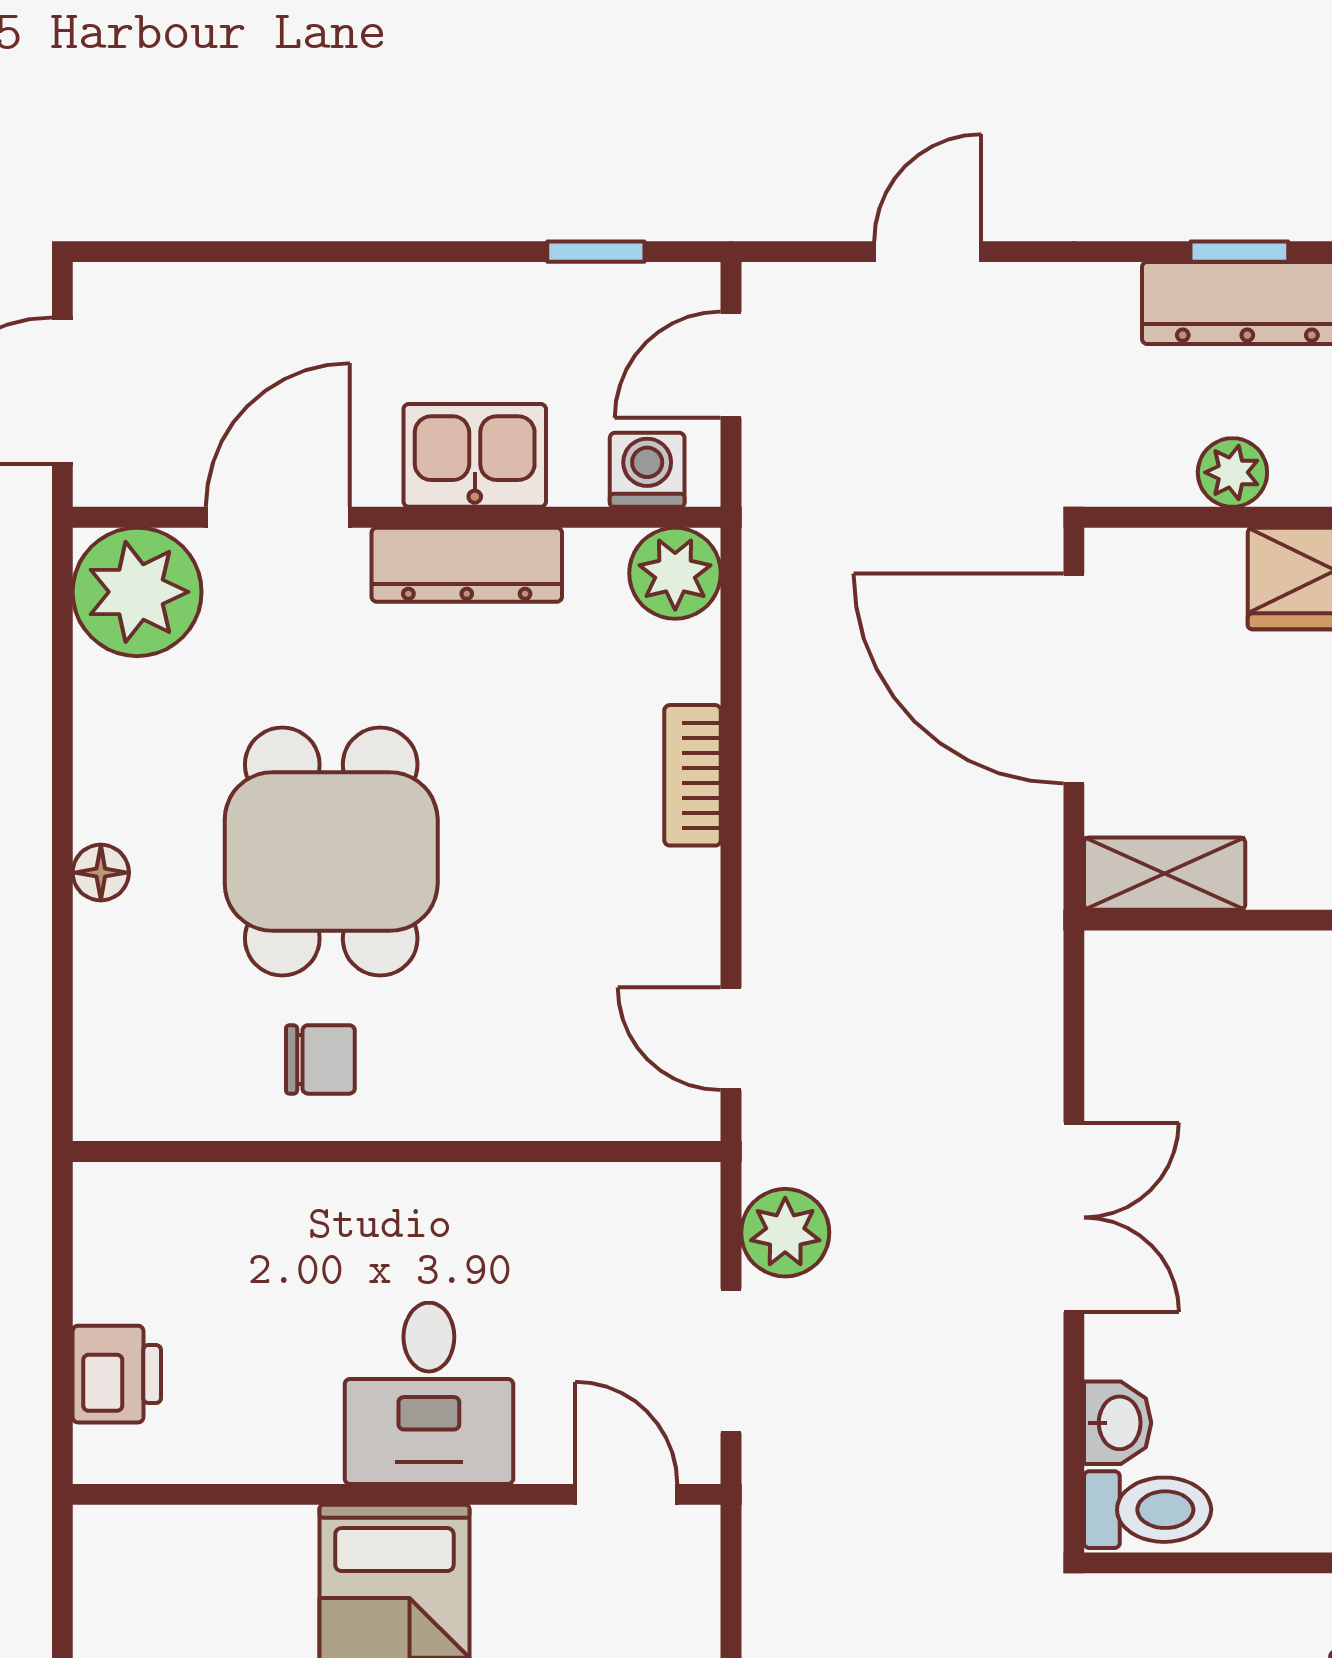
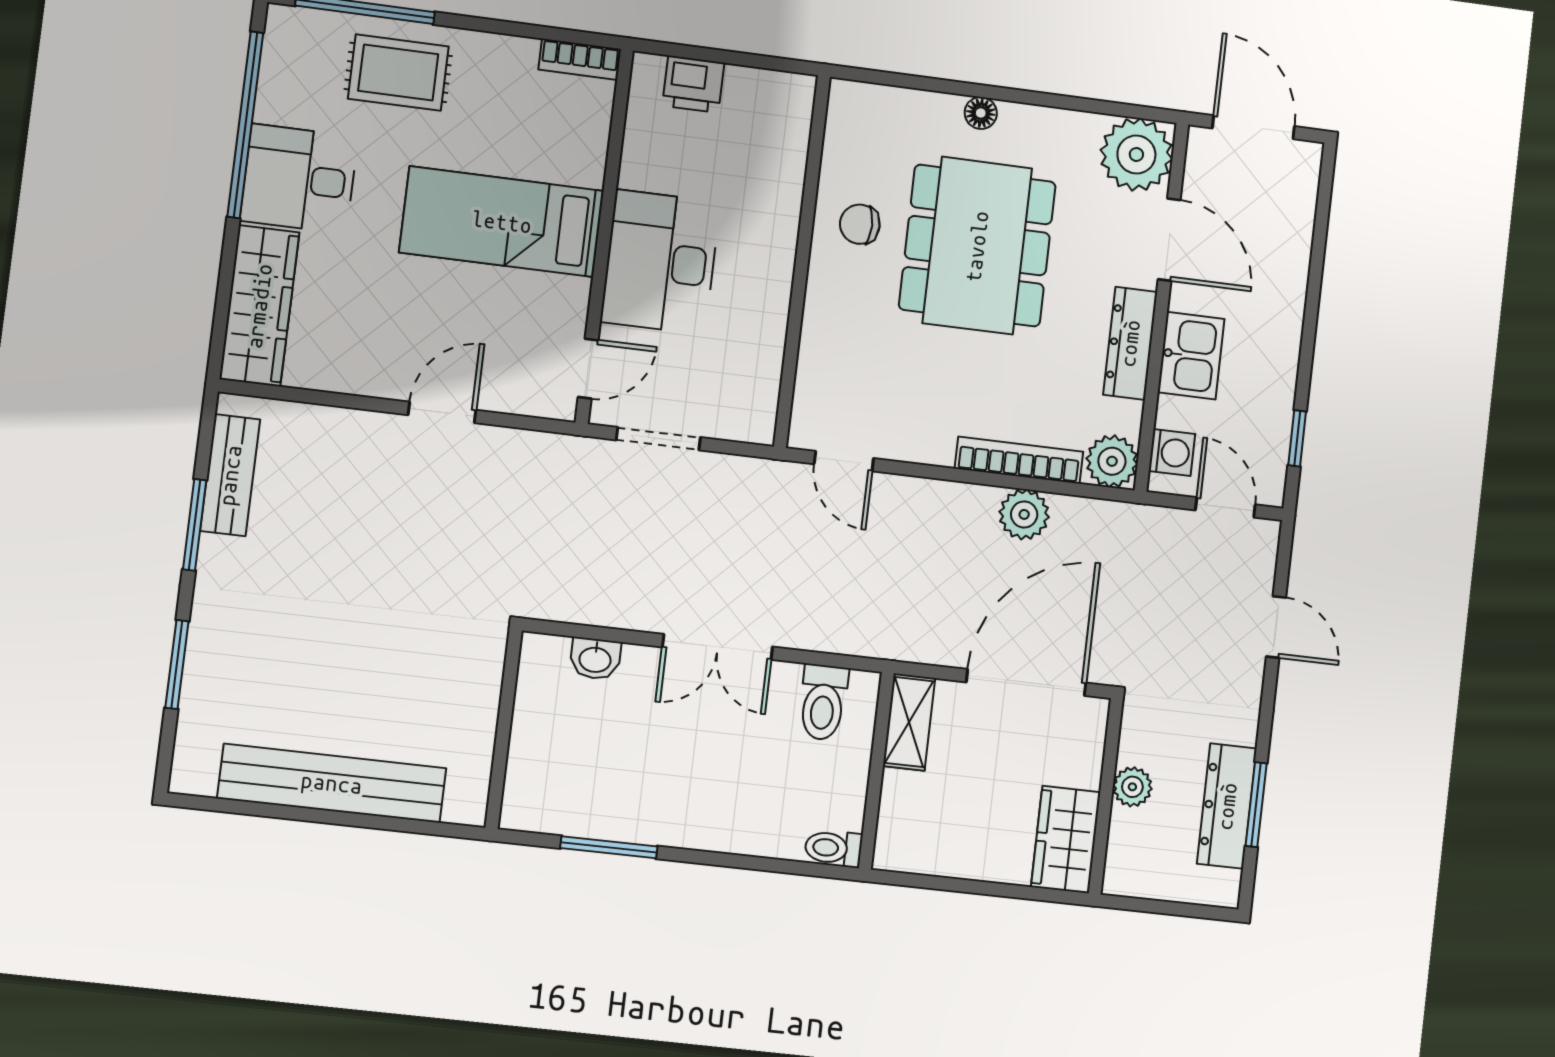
window: (1239, 252) -> (1256, 805), width x1.50
bookcase: (693, 775) -> (1019, 460), width x1.56
dining table: (331, 852) -> (977, 246), width x1.38
door: (731, 1039) -> (844, 461), swing flipped
chair: (320, 1059) -> (860, 224), turned 90
plant: (785, 1233) -> (1024, 514), moved
desk: (429, 1393) -> (661, 262), width x1.37
toilet: (1148, 1510) -> (823, 702), moved
bookcase: (100, 1573) -> (580, 59), added

